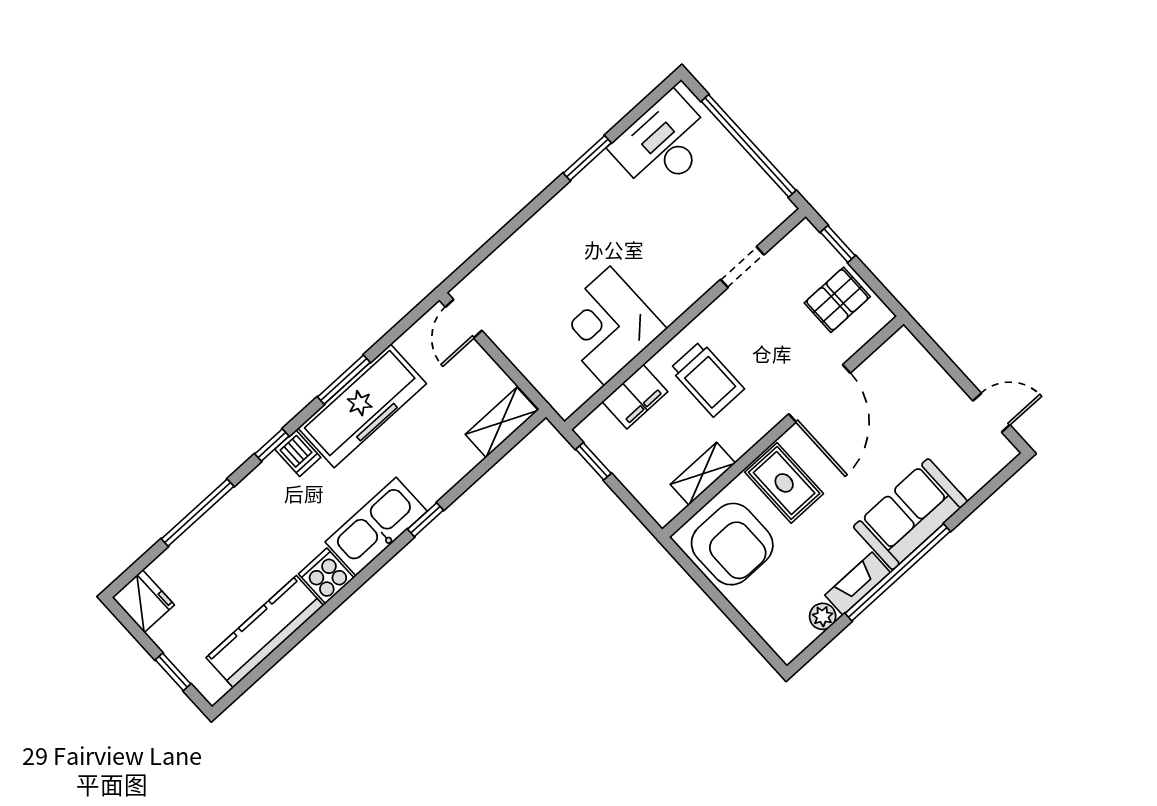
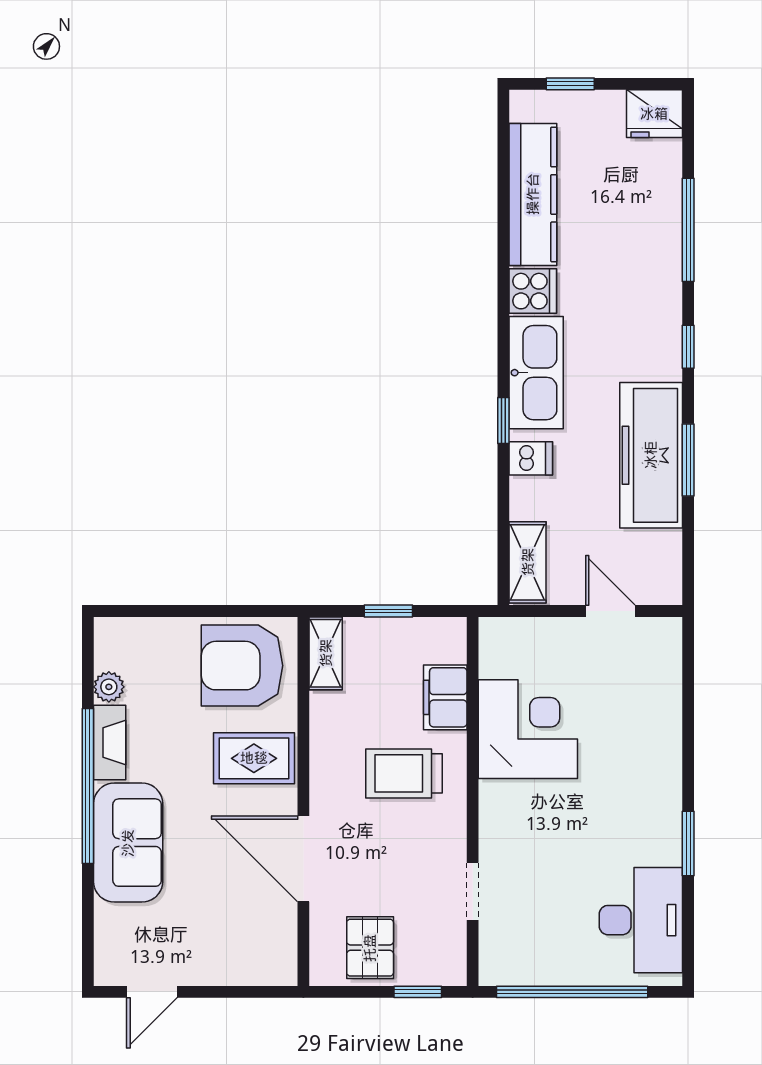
door: (464, 319) -> (610, 611), moved
dishwasher: (298, 453) -> (531, 458), moved, turned 180
window: (593, 461) -> (388, 611), moved
shelving: (703, 474) -> (326, 653), moved

